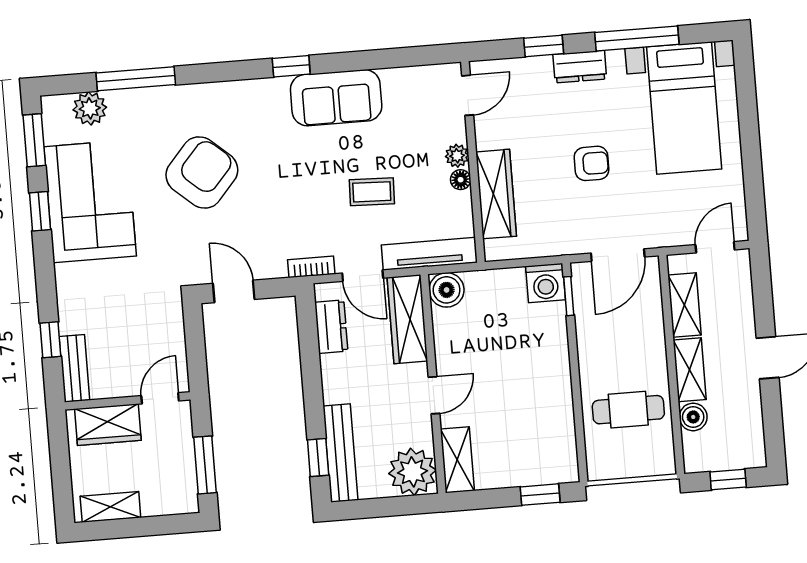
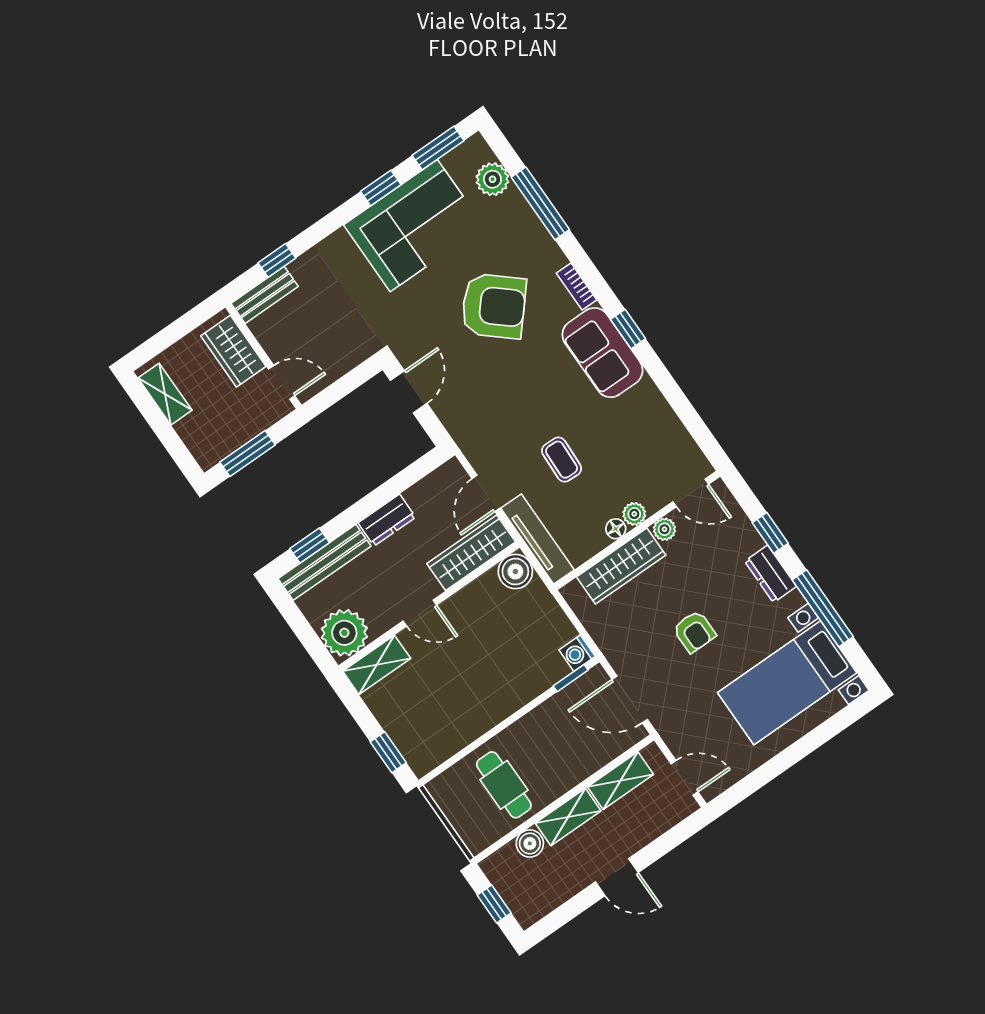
sofa: (336, 98) -> (602, 353), moved
plant: (486, 137) -> (664, 529), added
bookcase: (311, 267) -> (577, 287), moved, turned 180
washing machine: (546, 283) -> (577, 653), width x0.73, depth x0.73
dresser: (331, 327) -> (387, 520), moved

